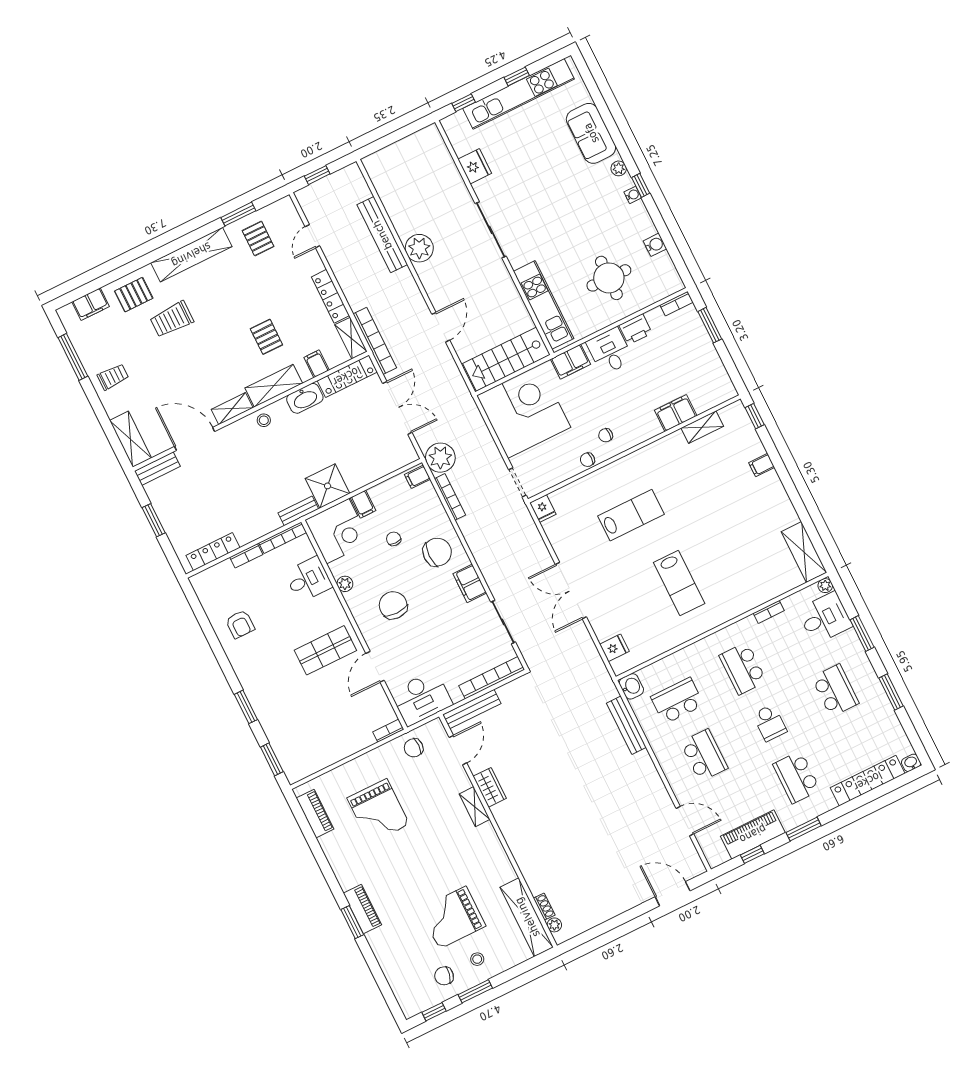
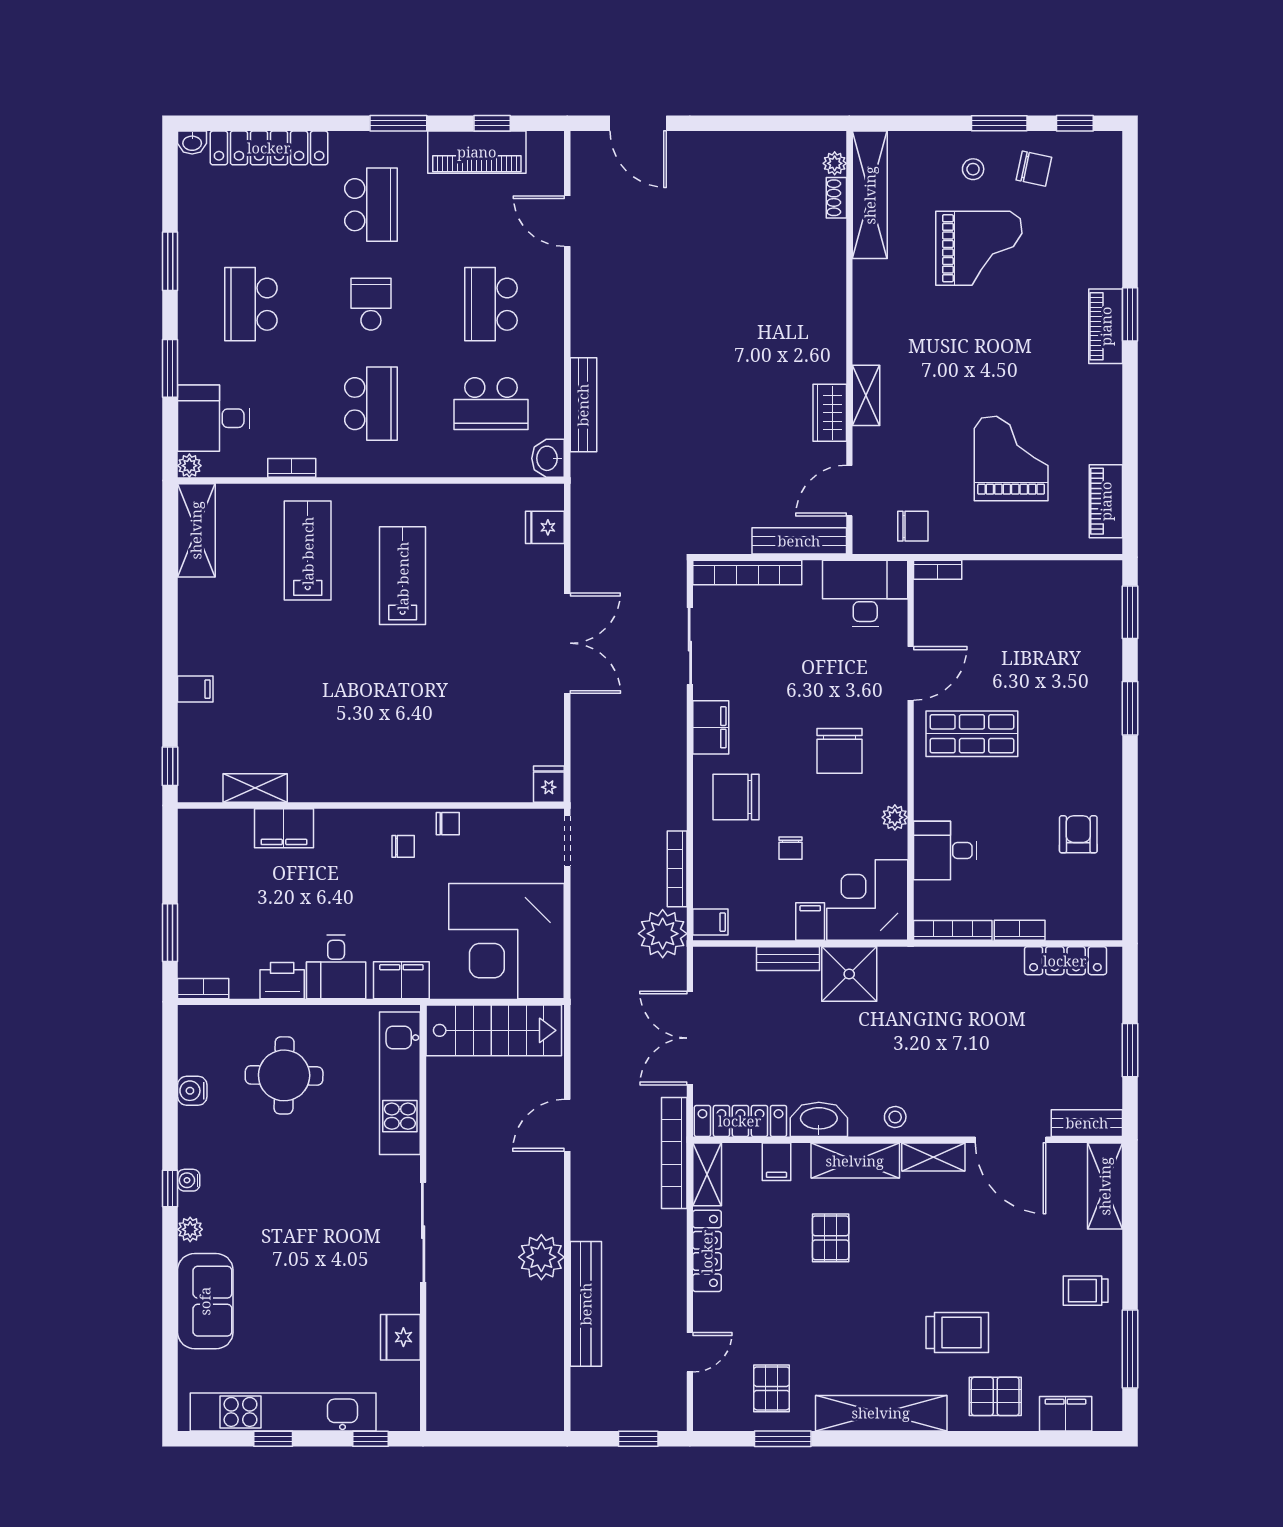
bench: (298, 511) -> (788, 959), moved
lab bench: (631, 515) -> (308, 551), moved, turned 90

